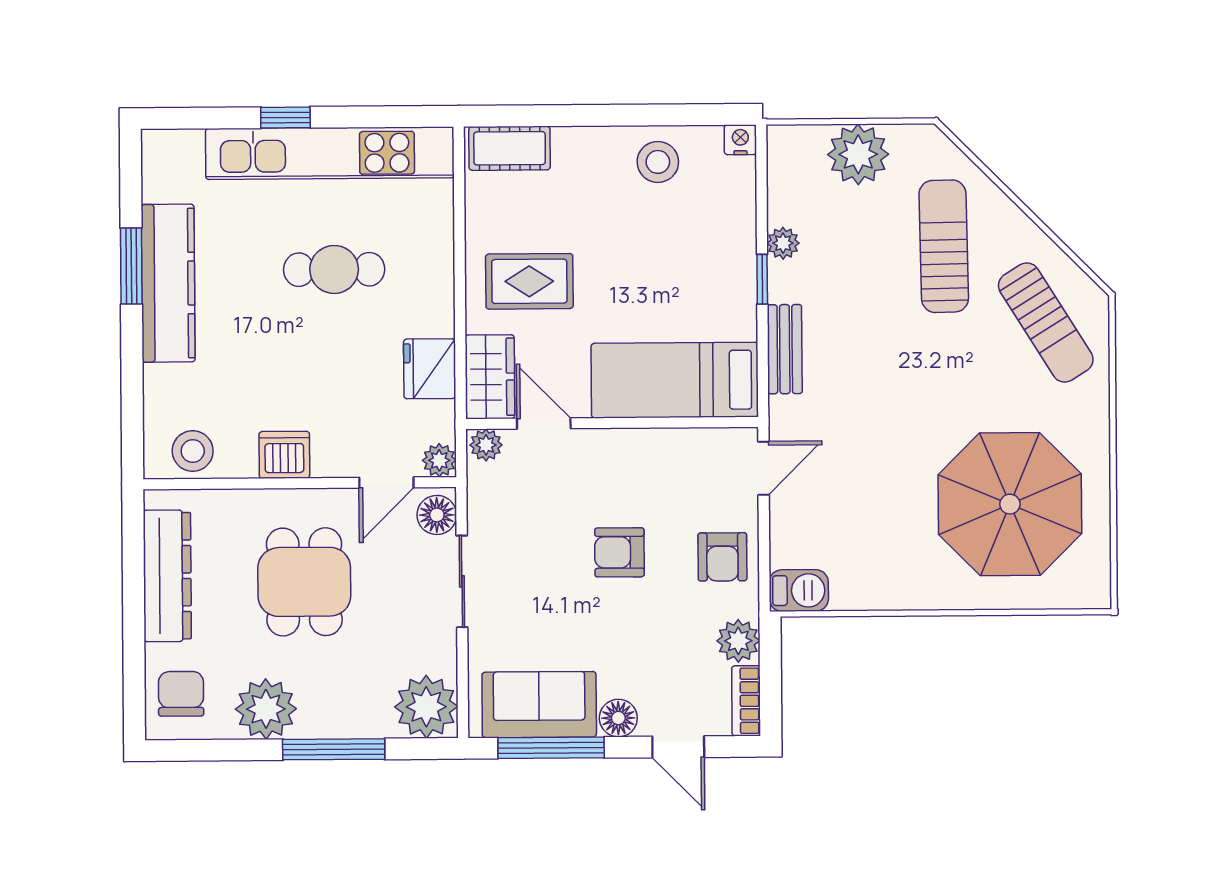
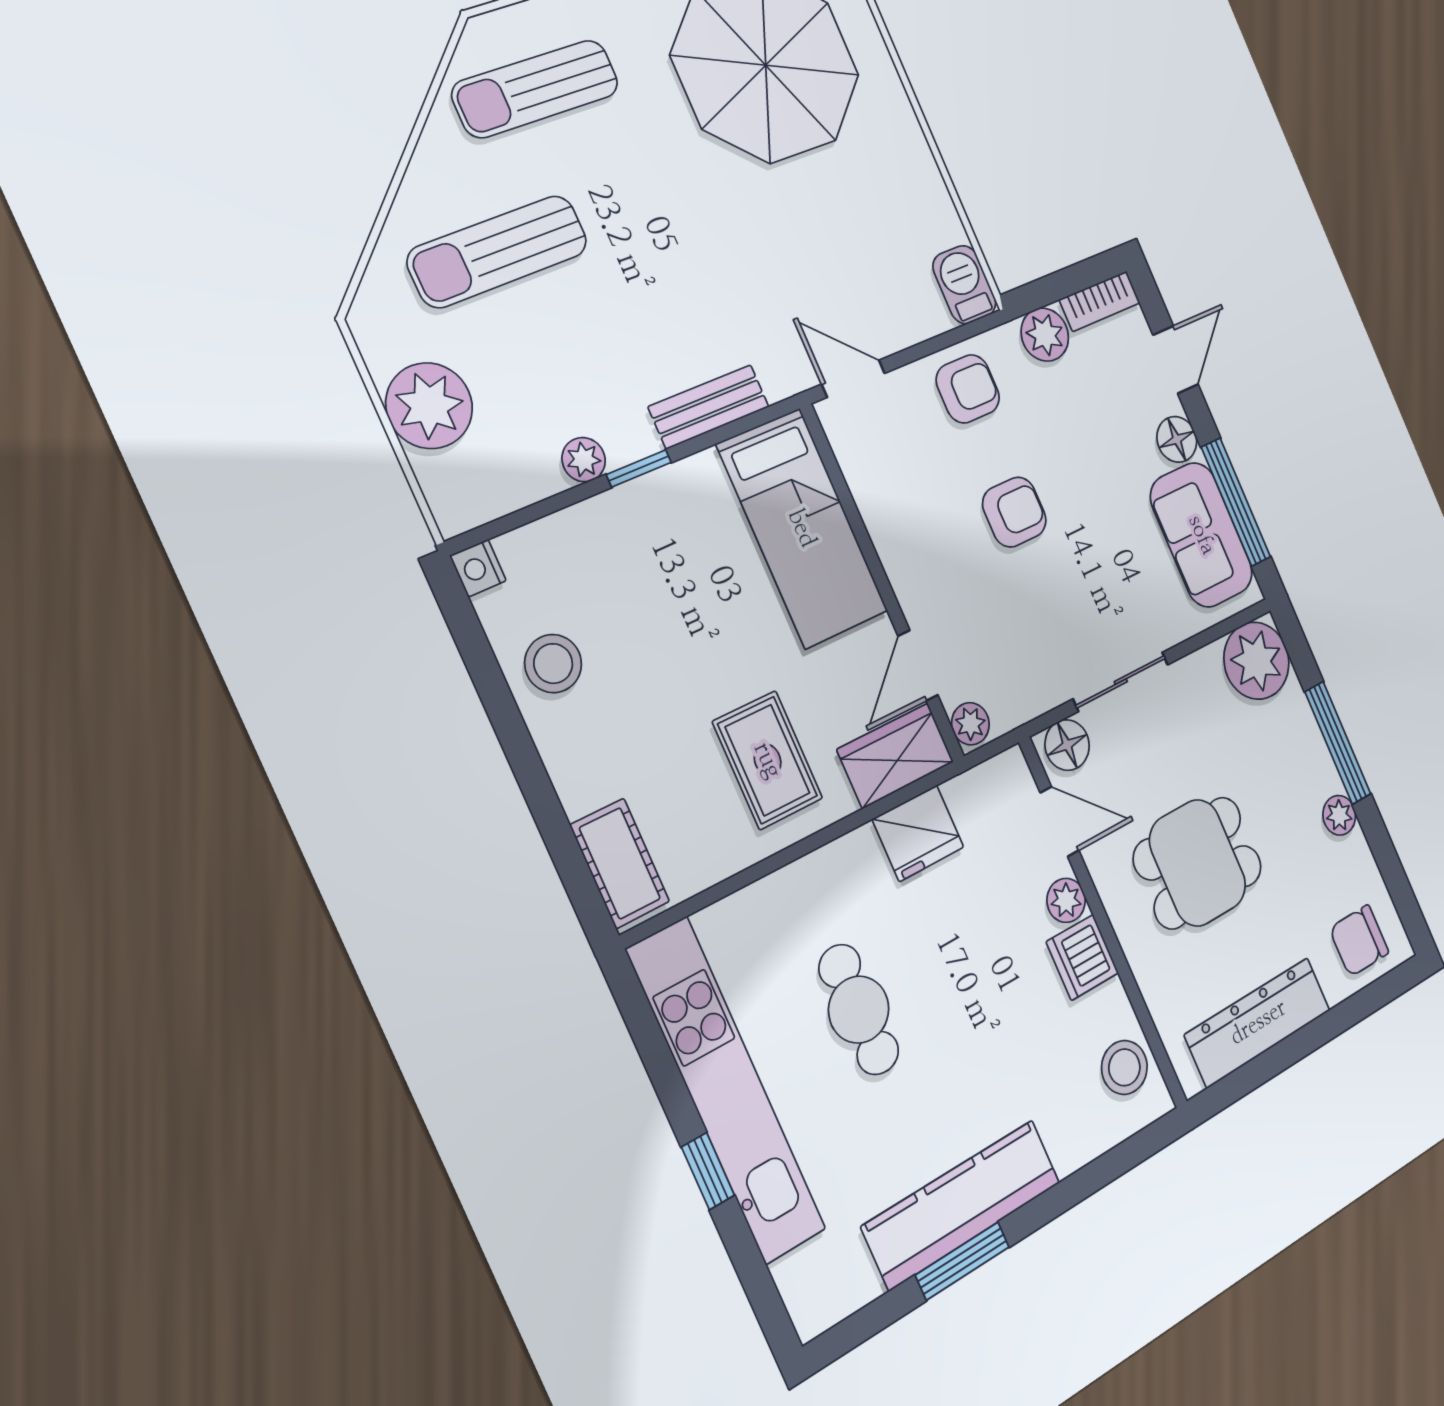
sun lounger: (1046, 323) -> (536, 89), turned -148
plant: (439, 460) -> (1066, 900), moved
armchair: (620, 552) -> (1014, 512), turned -90
plant: (266, 709) -> (1339, 815), width x0.53, depth x0.53

